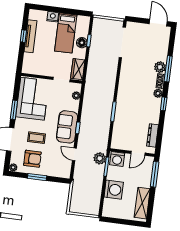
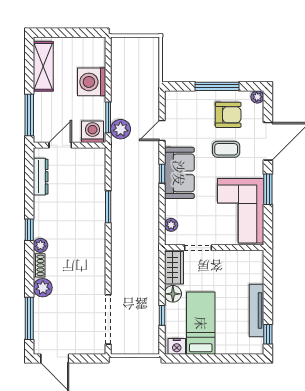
nightstand: (53, 17) -> (177, 346), moved
window: (23, 36) -> (268, 334), moved
floor lamp: (82, 43) -> (173, 294), moved
window: (168, 69) -> (29, 318), moved
door: (74, 154) -> (162, 131), swing flipped
armchair: (32, 159) -> (228, 115), turned 180
window: (37, 177) -> (217, 86), width x1.44

